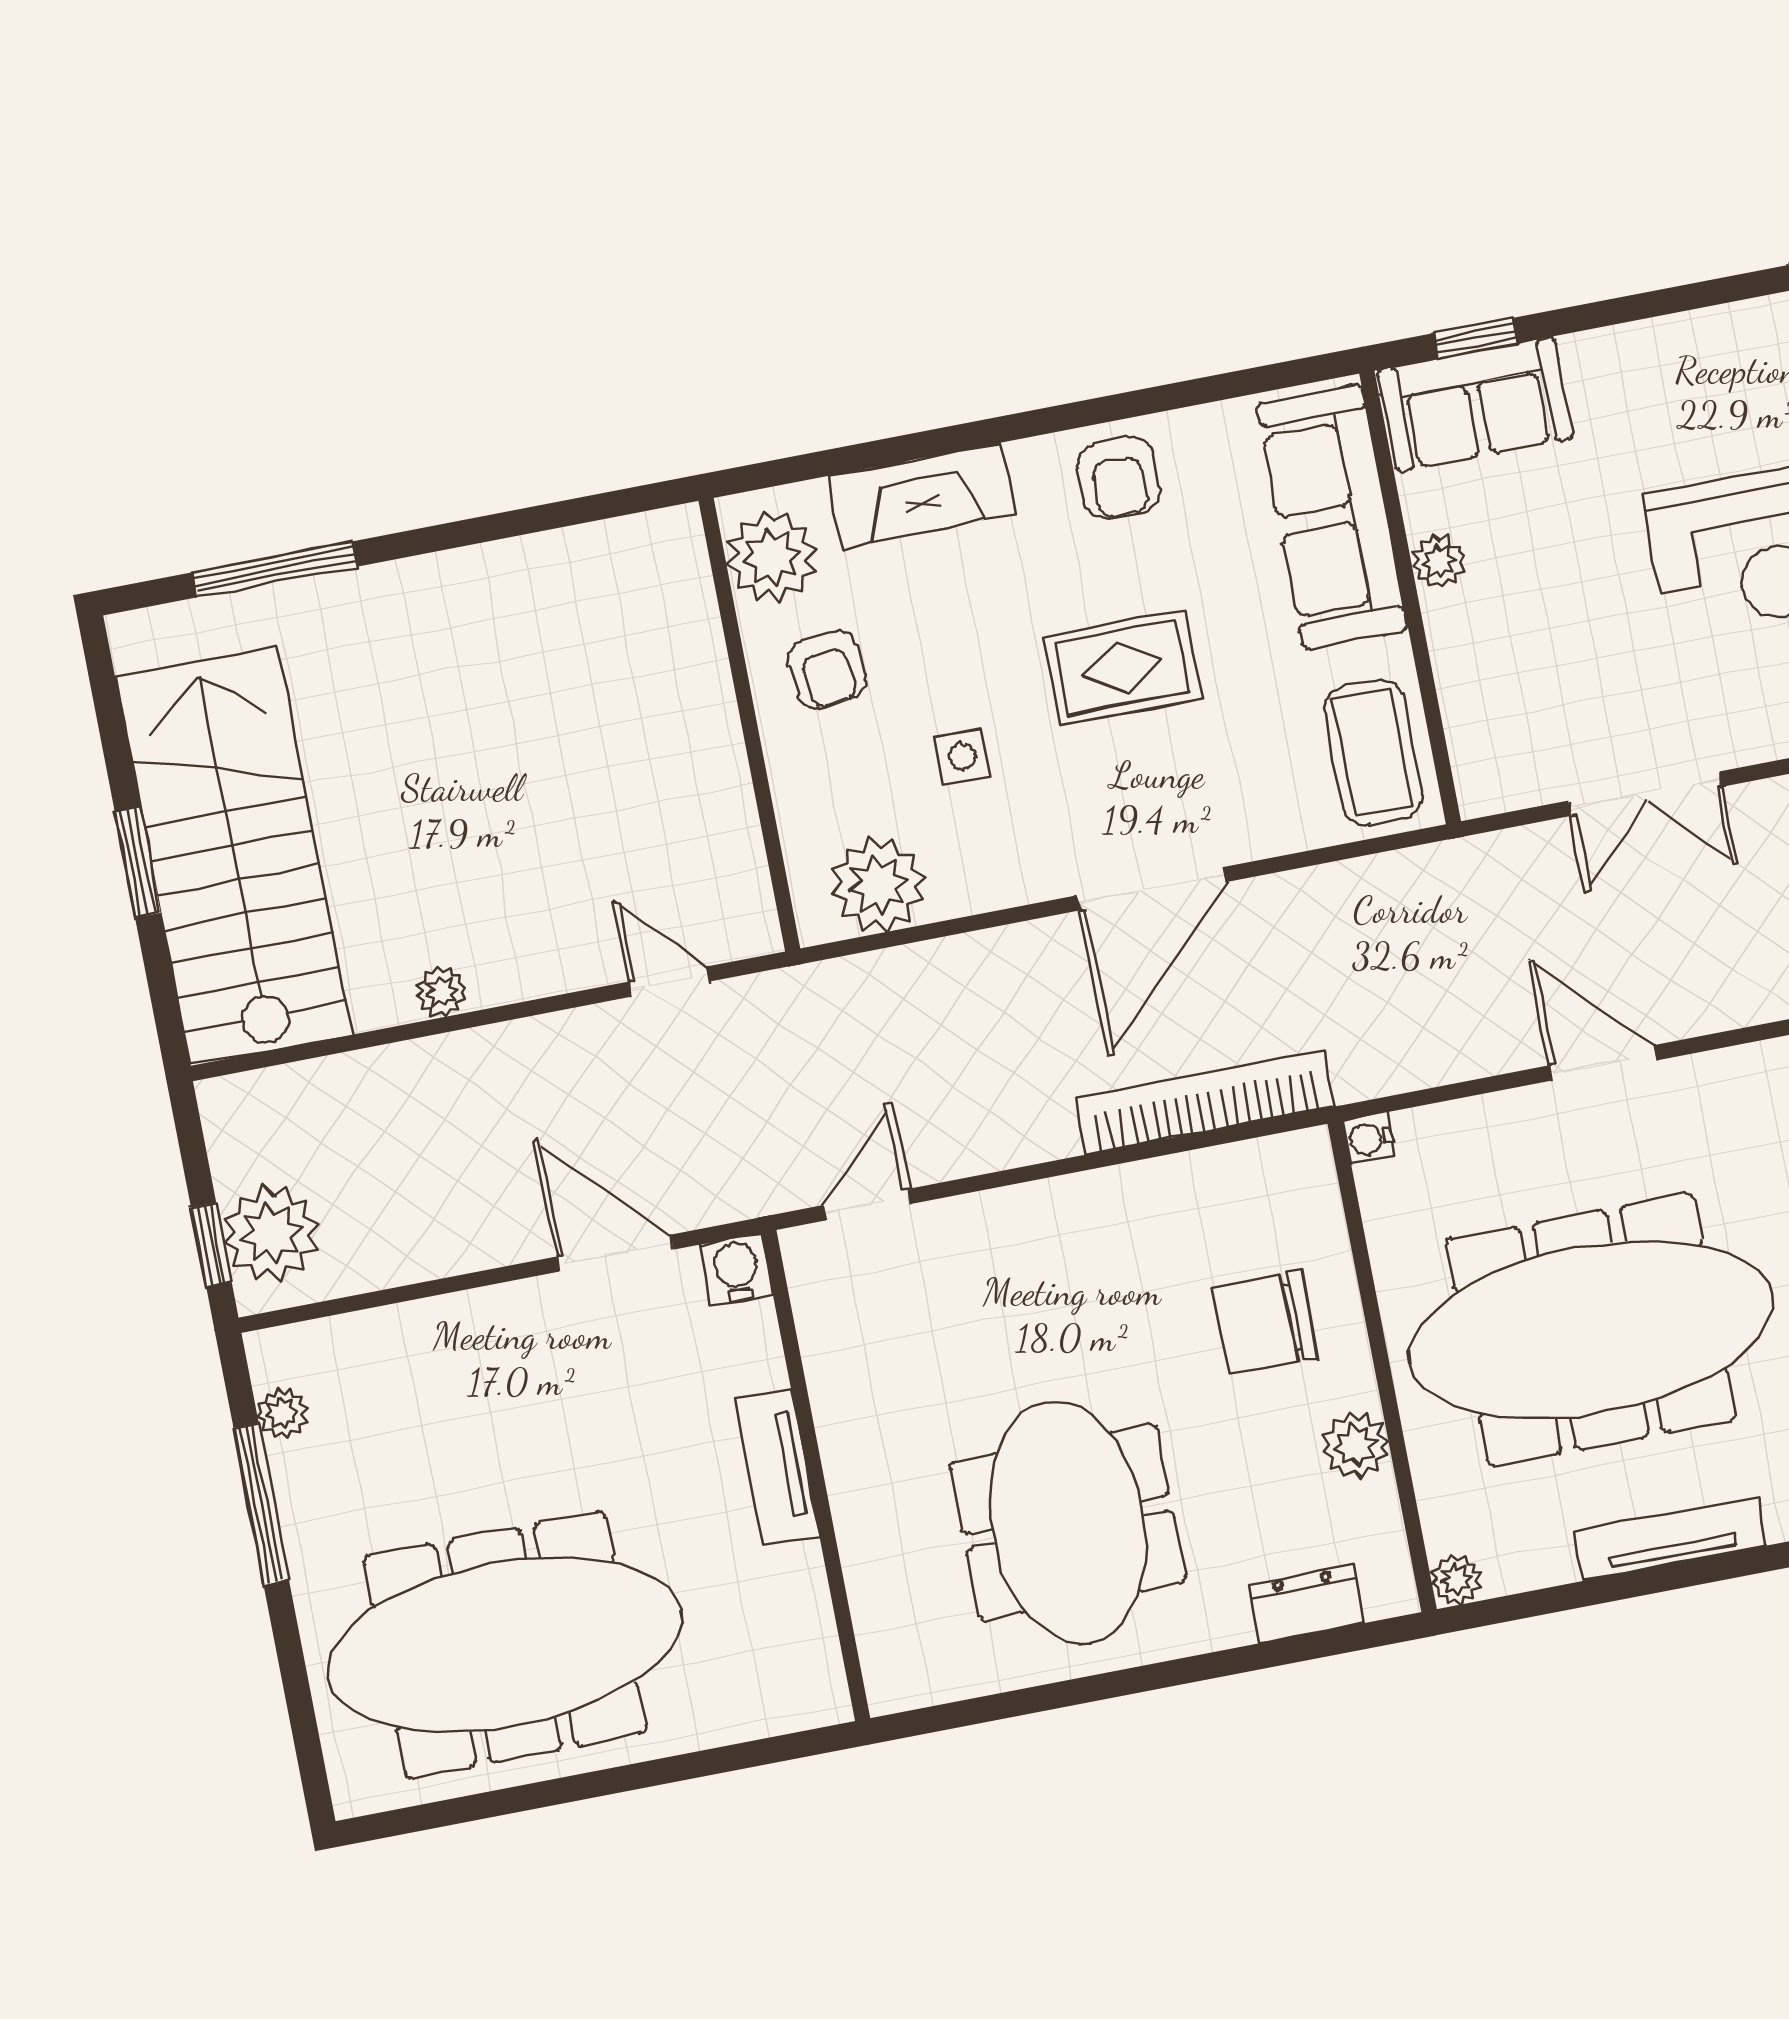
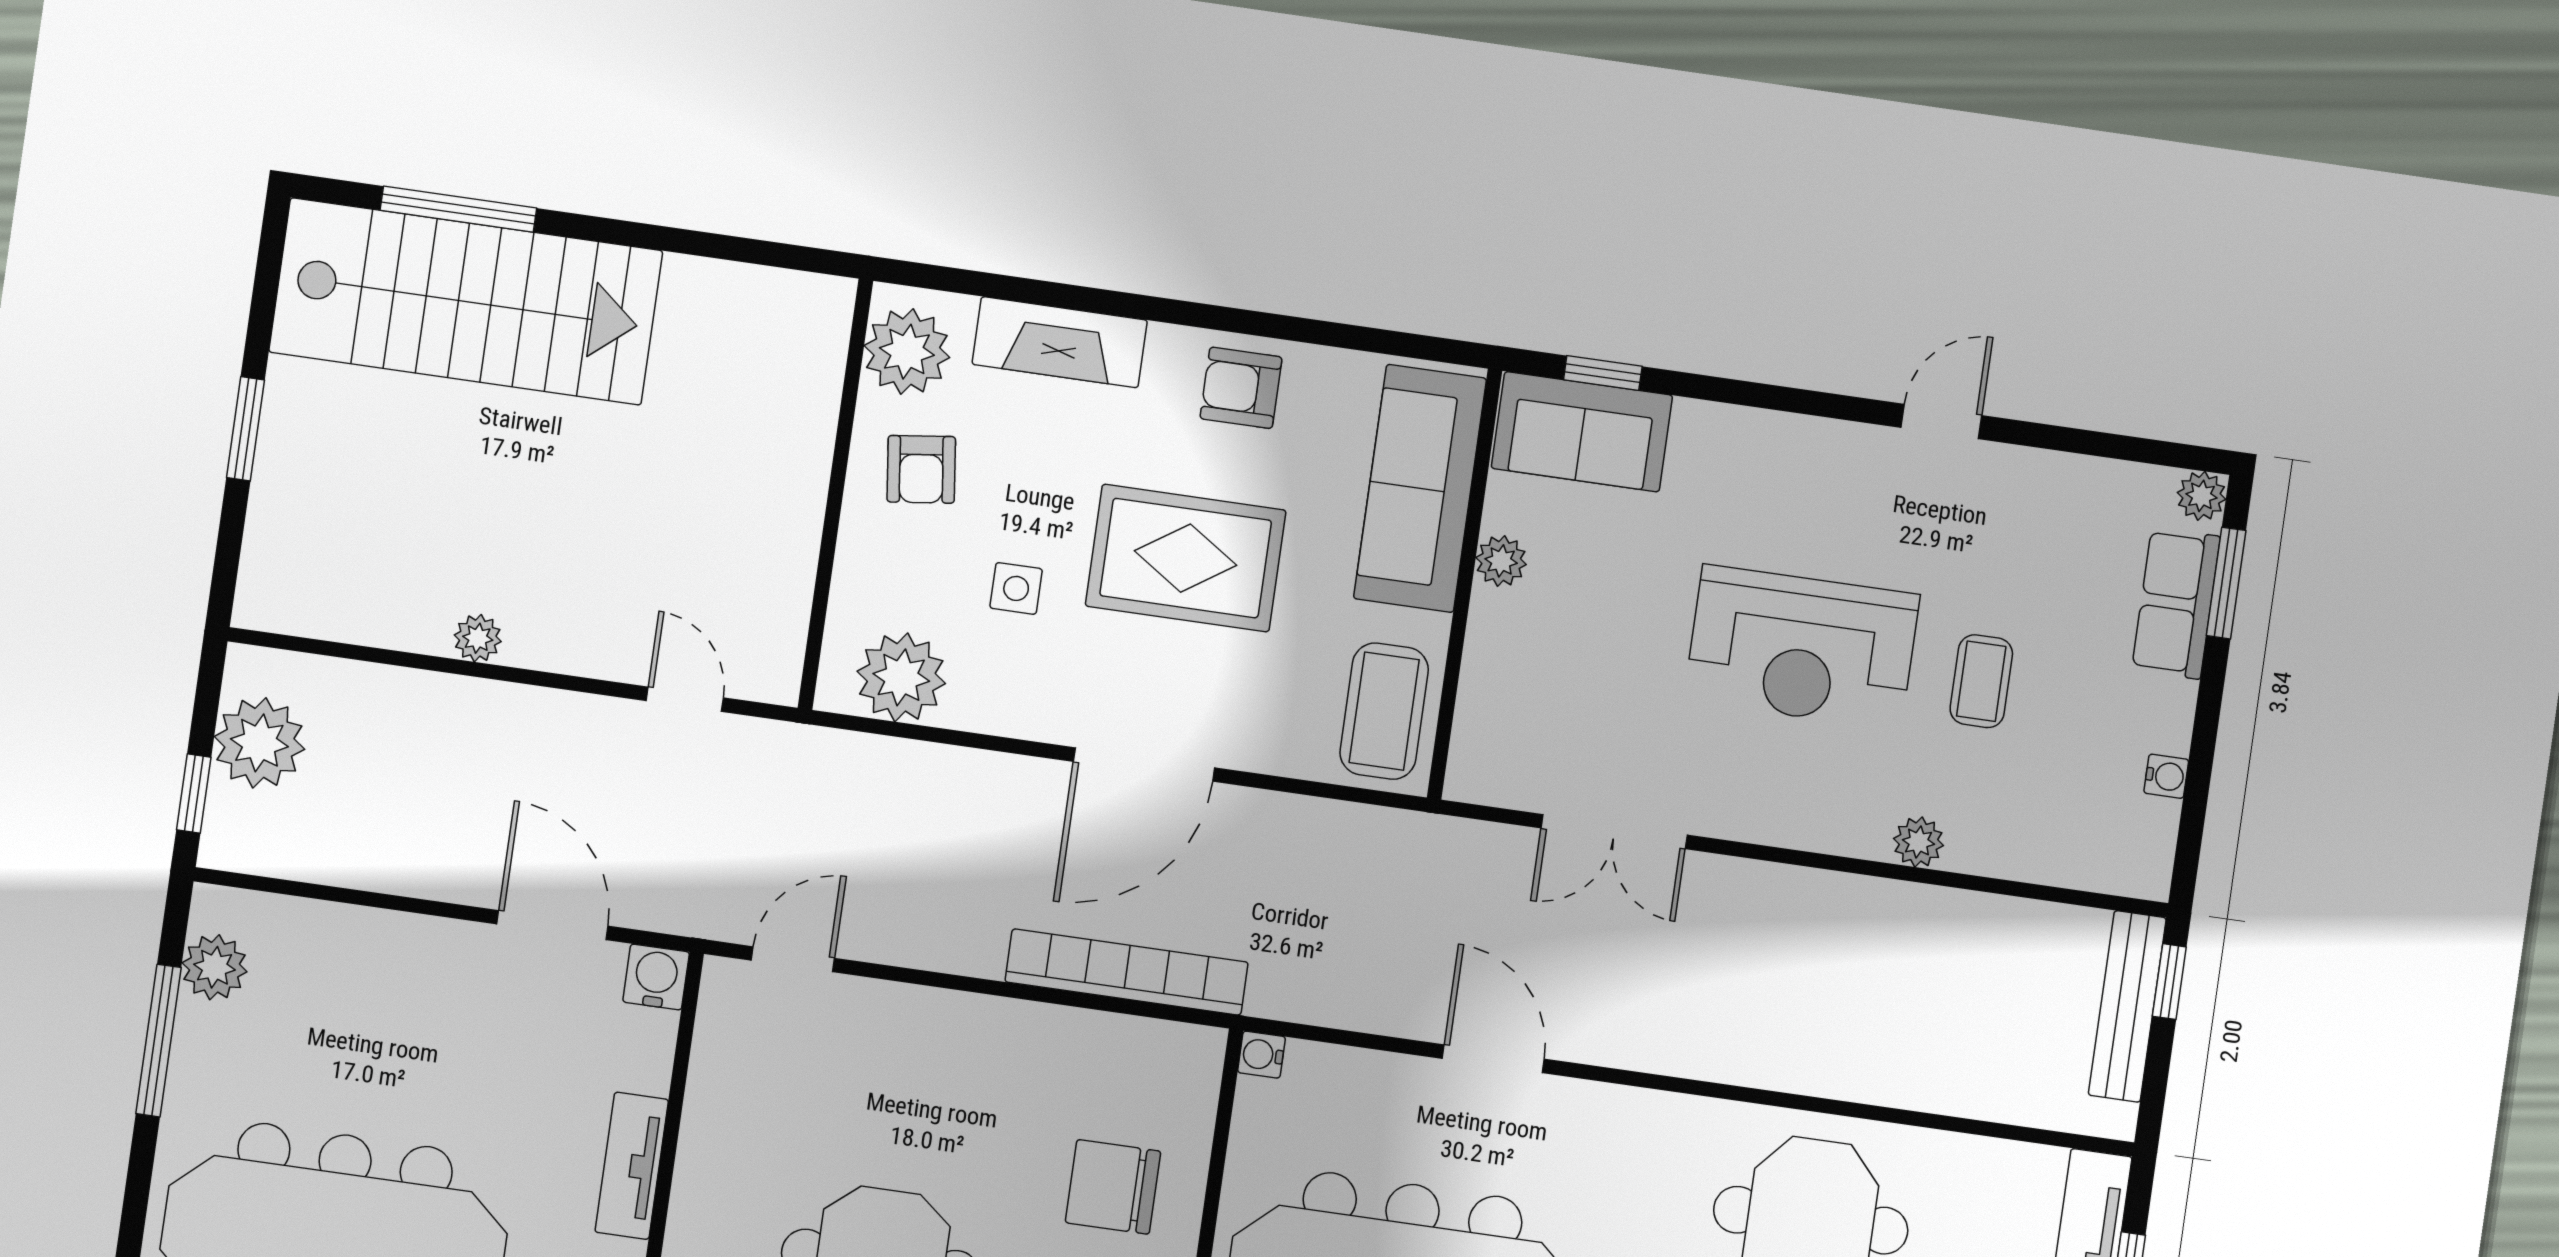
armchair: (1118, 478) -> (1241, 388), turned 90
rug: (1122, 668) -> (1186, 558), width x1.36, depth x1.43
stairs: (234, 856) -> (466, 301), moved, turned 90
plant: (271, 1234) -> (259, 743), moved
plant: (283, 1413) -> (215, 967), width x1.38, depth x1.38

